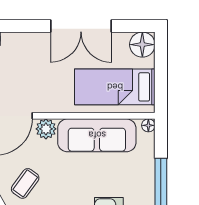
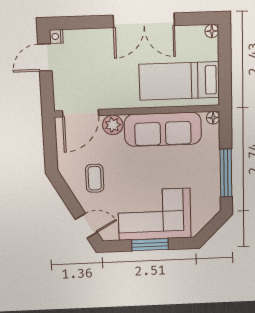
floor lamp: (142, 45) -> (212, 31), width x0.53, depth x0.53
coffee table: (25, 183) -> (95, 178), turned -36

